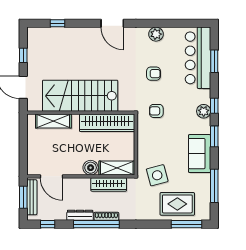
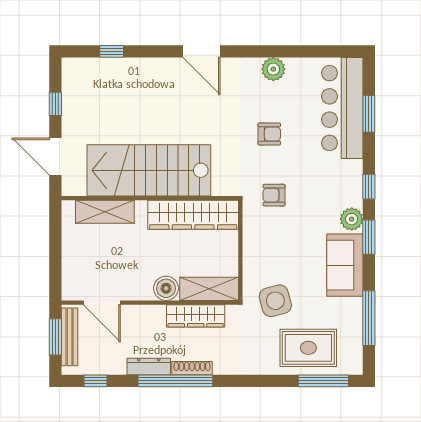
plant: (204, 111) -> (352, 219), moved

